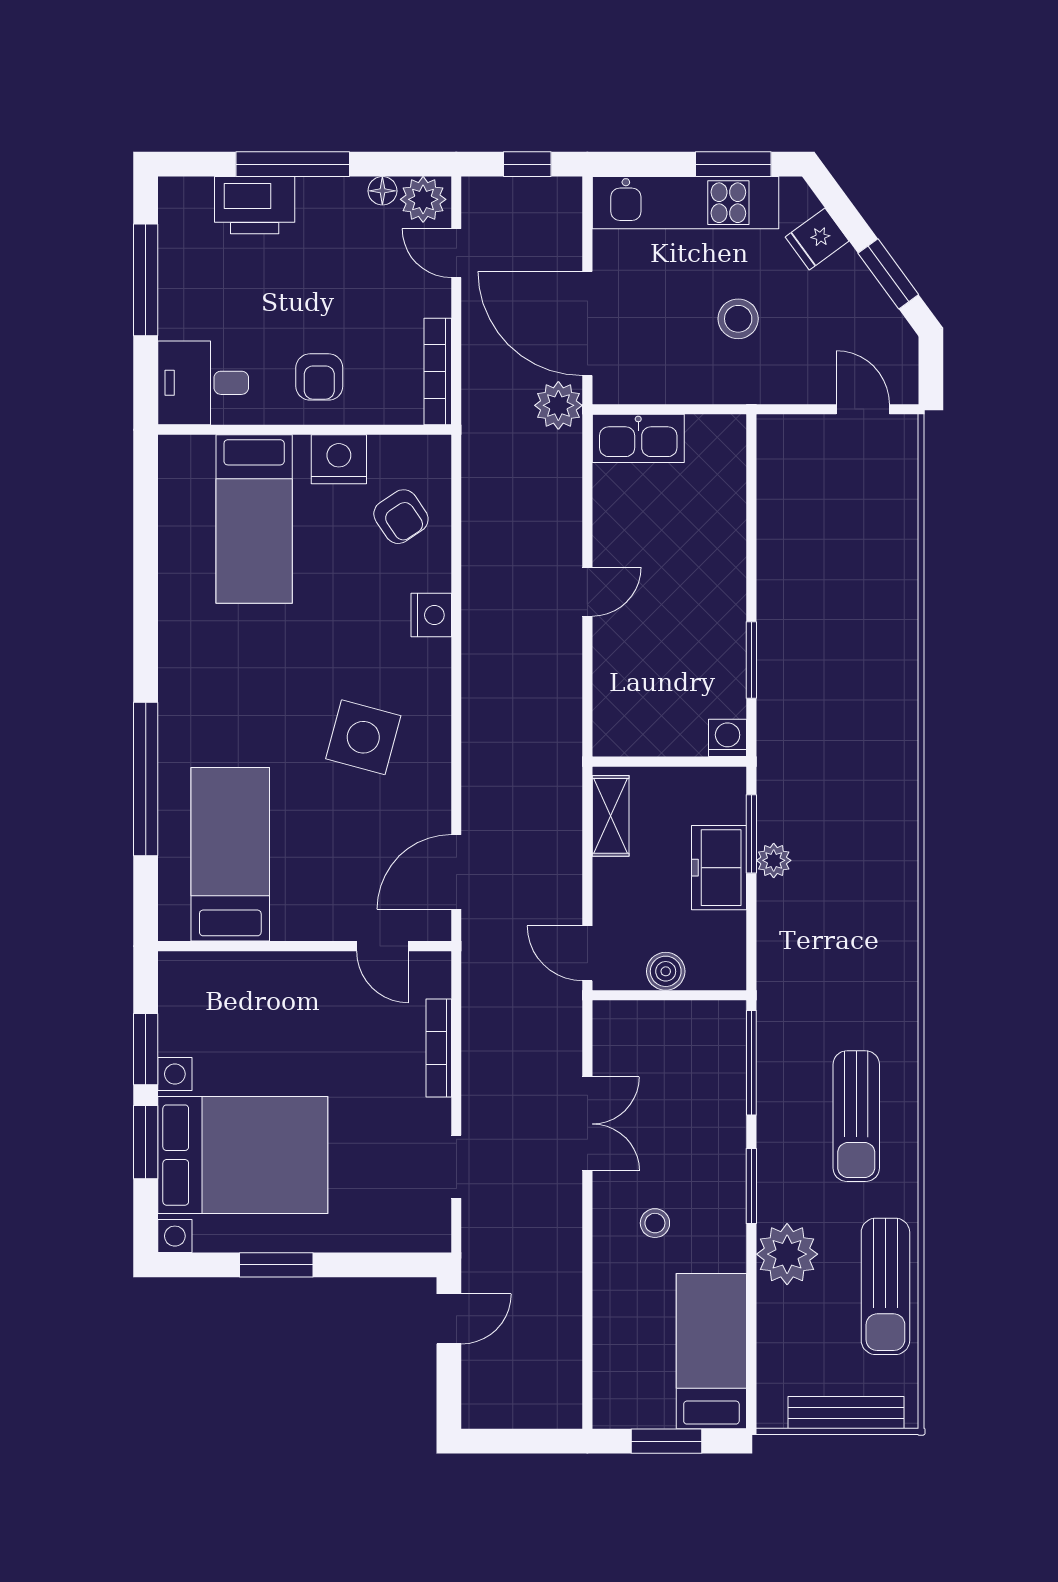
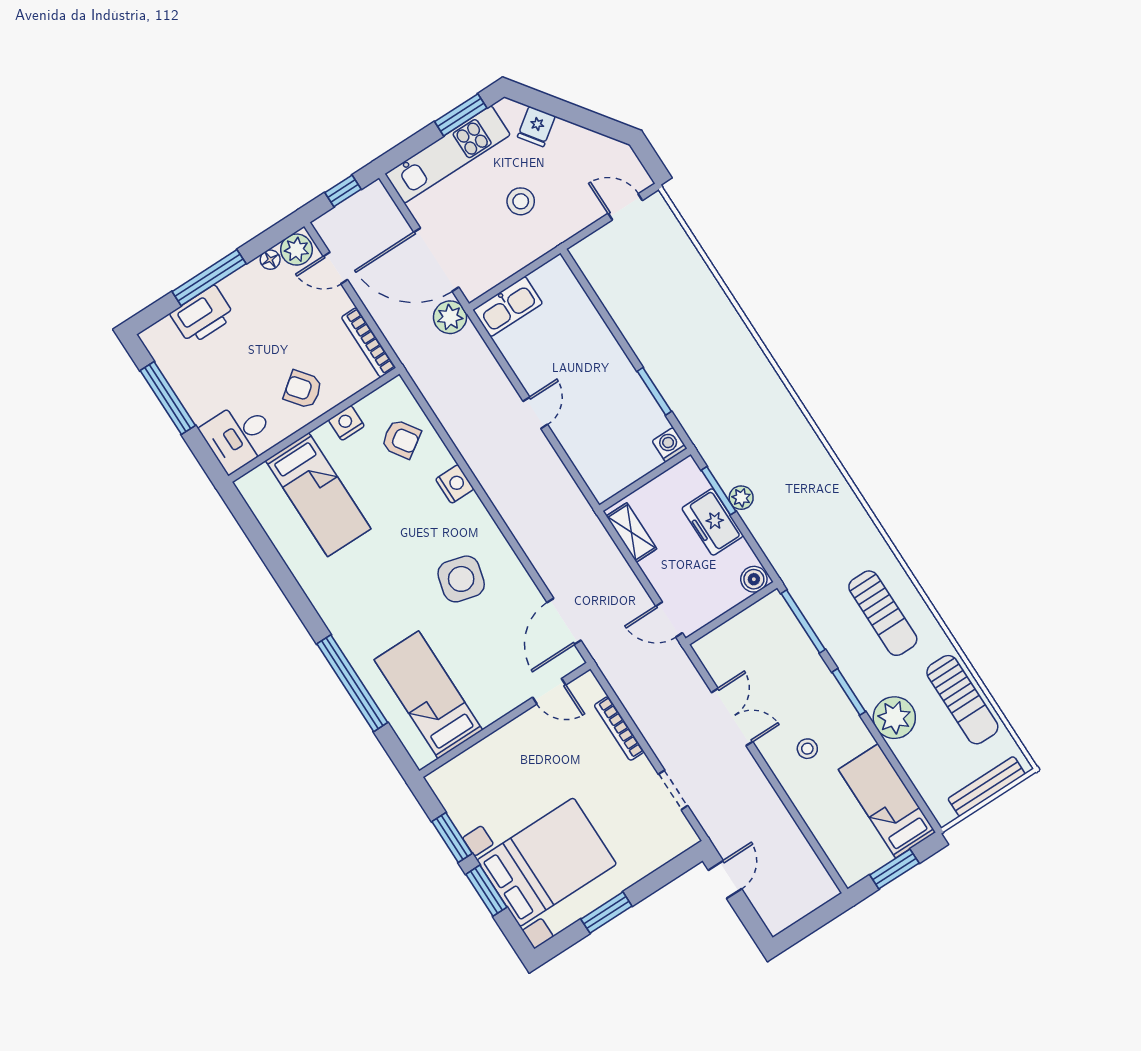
window: (888, 274) -> (590, 120), removed
armchair: (319, 377) -> (303, 389), turned 142
nightstand: (339, 459) -> (346, 423), width x0.74, depth x0.75
boiler: (666, 971) -> (754, 579), moved

